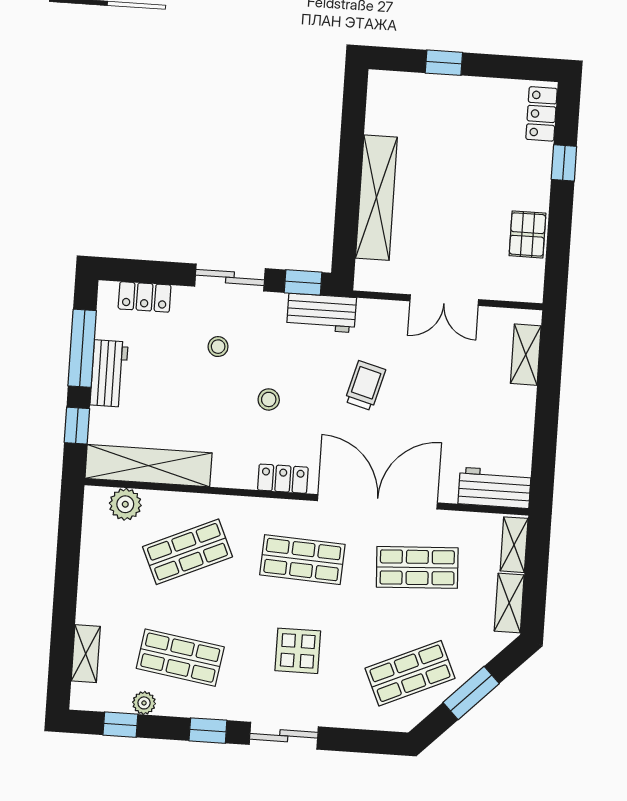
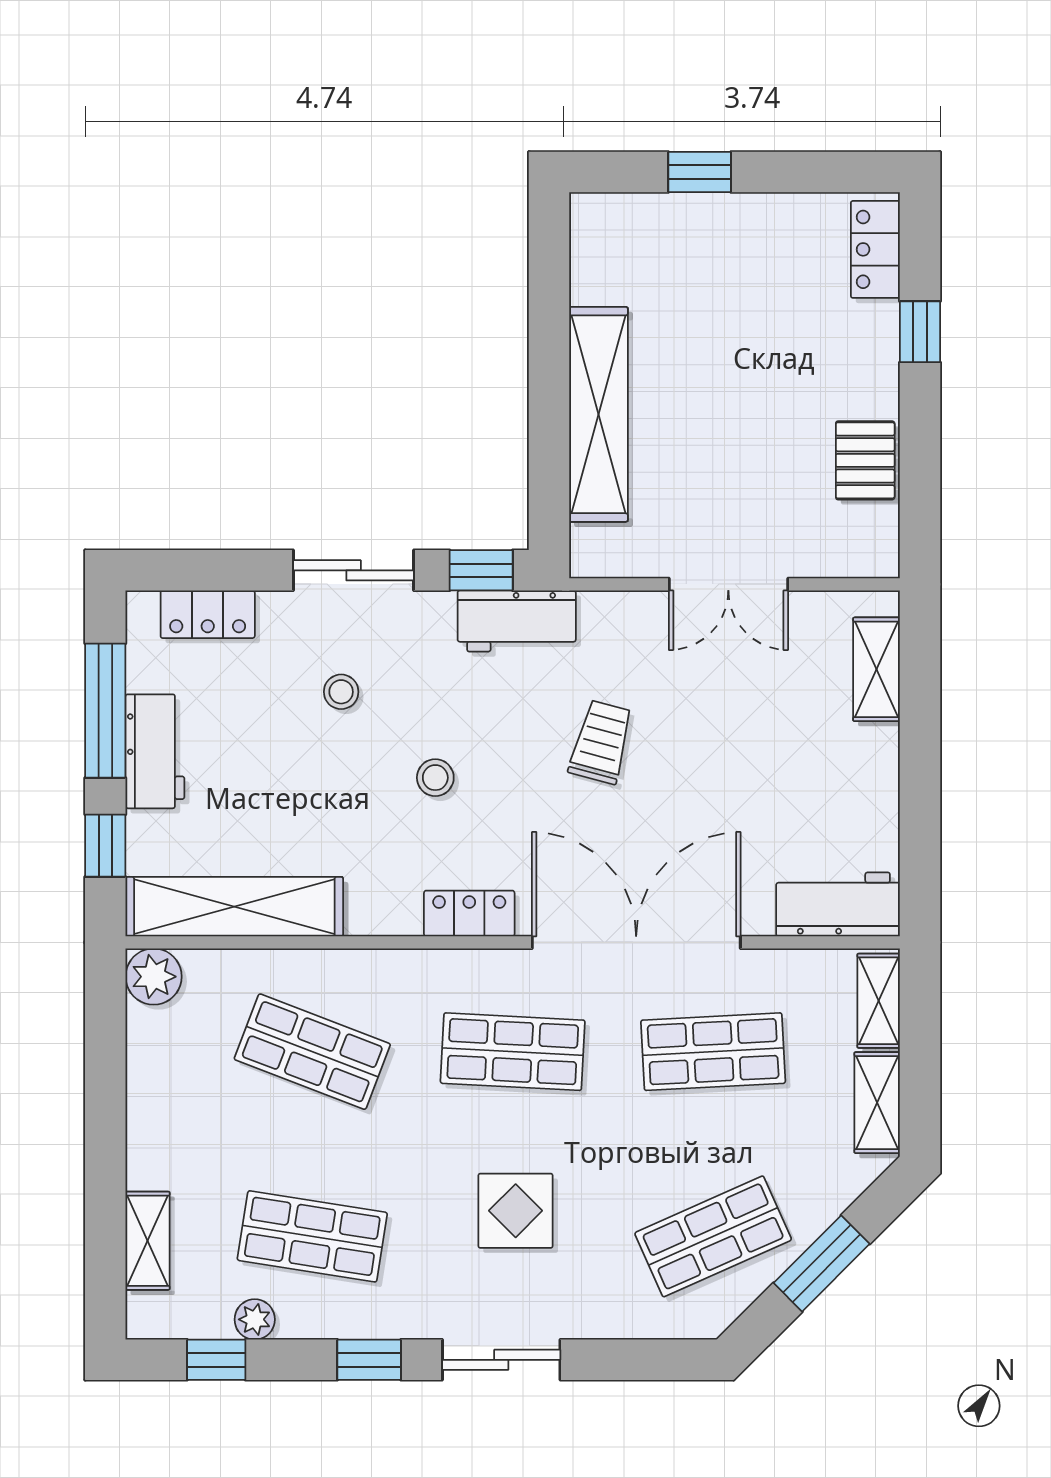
plant: (125, 504) -> (154, 977), moved
shop shelf: (187, 552) -> (312, 1052), turned 45

